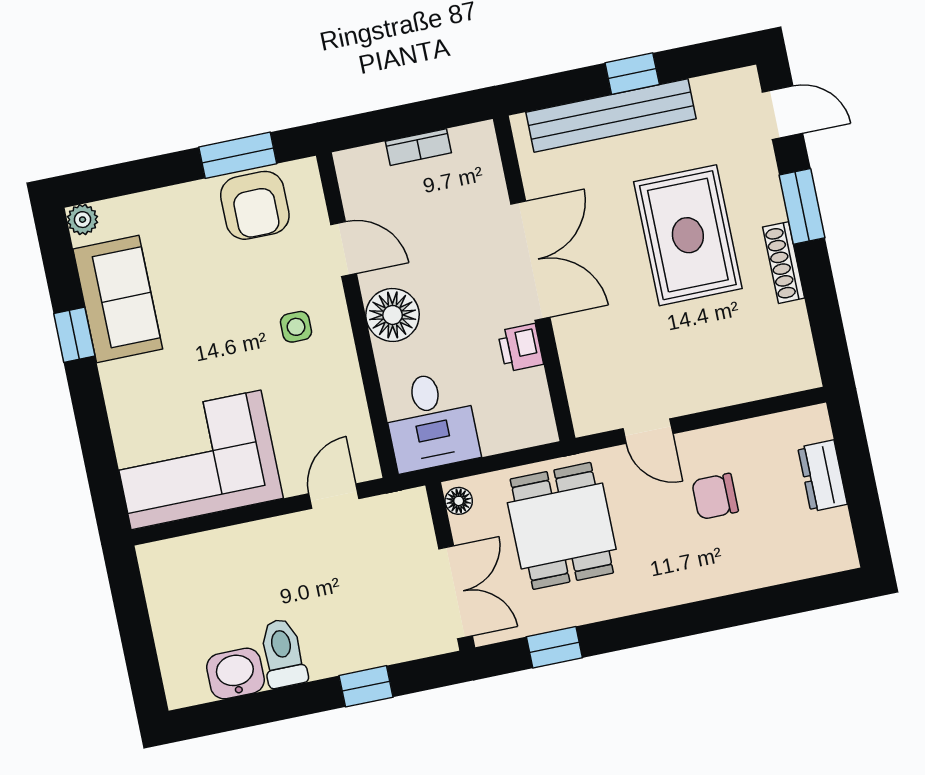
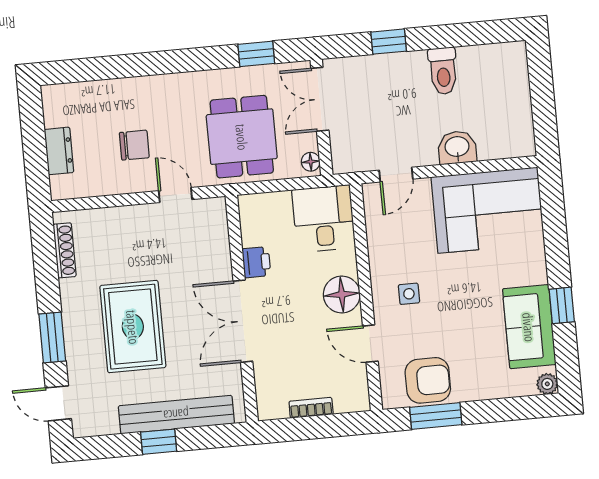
armchair: (255, 205) -> (428, 380), turned 90
shoe rack: (784, 263) -> (65, 250), moved
washbasin: (235, 674) -> (457, 147), moved, turned 180

